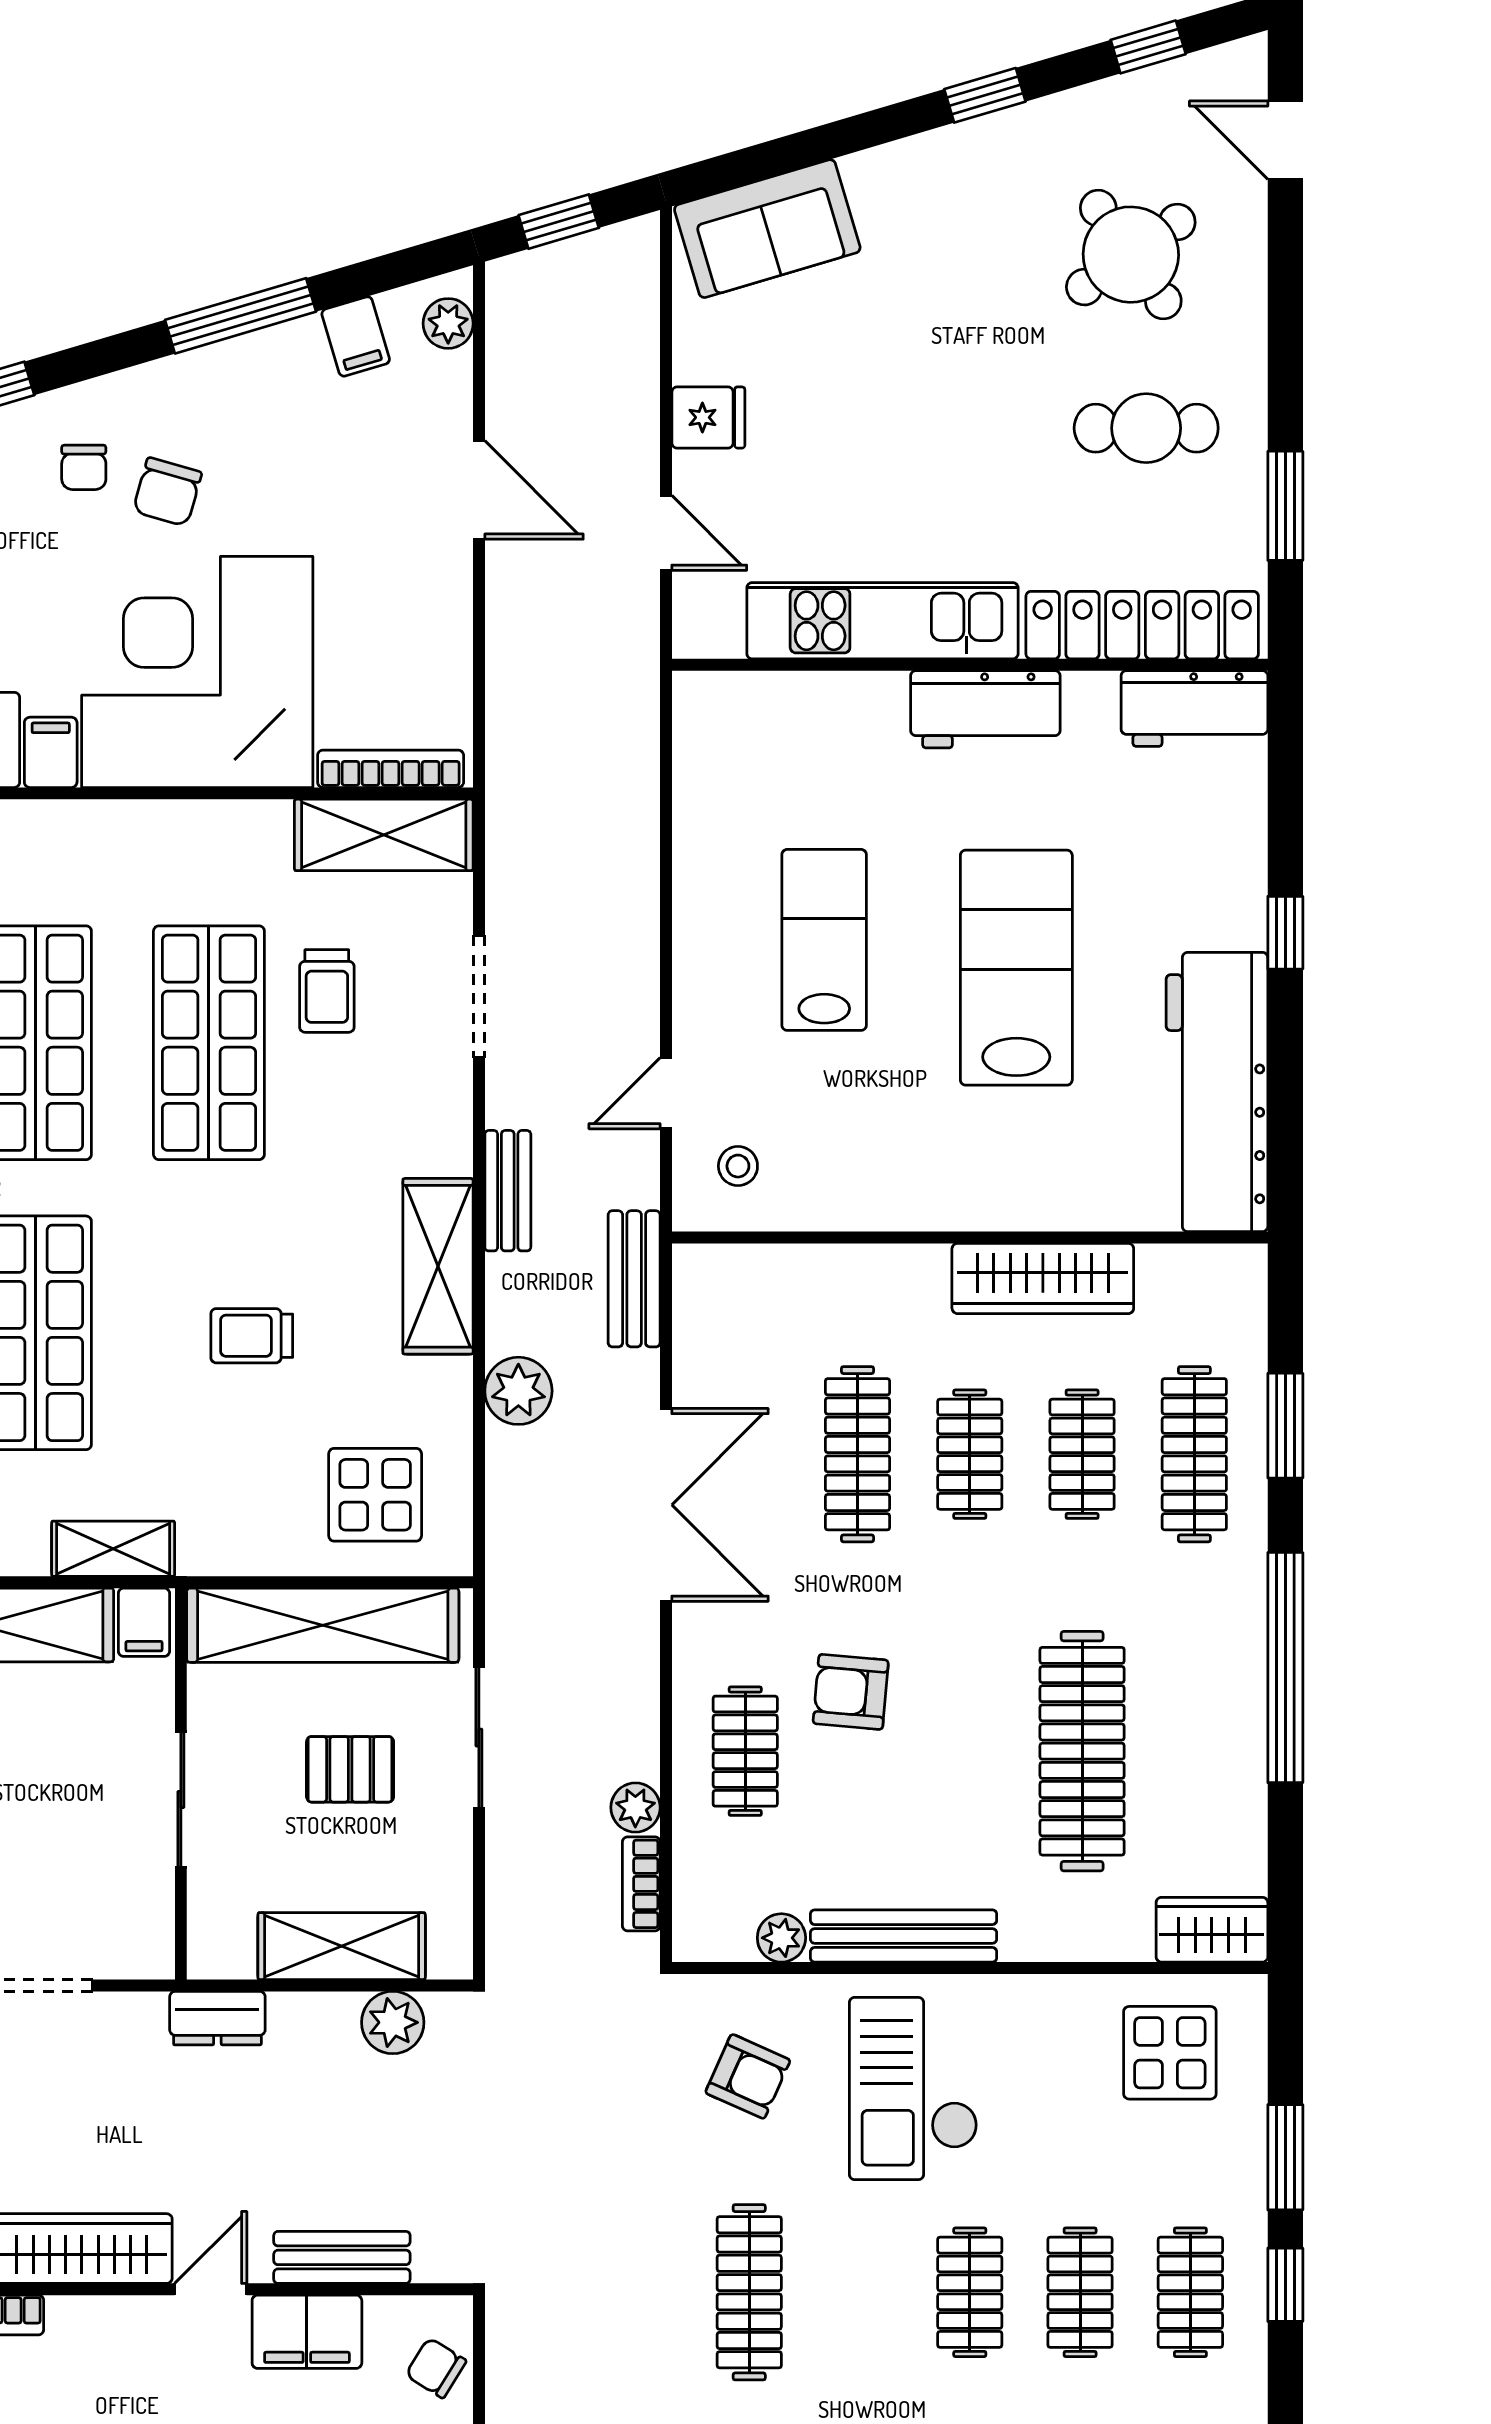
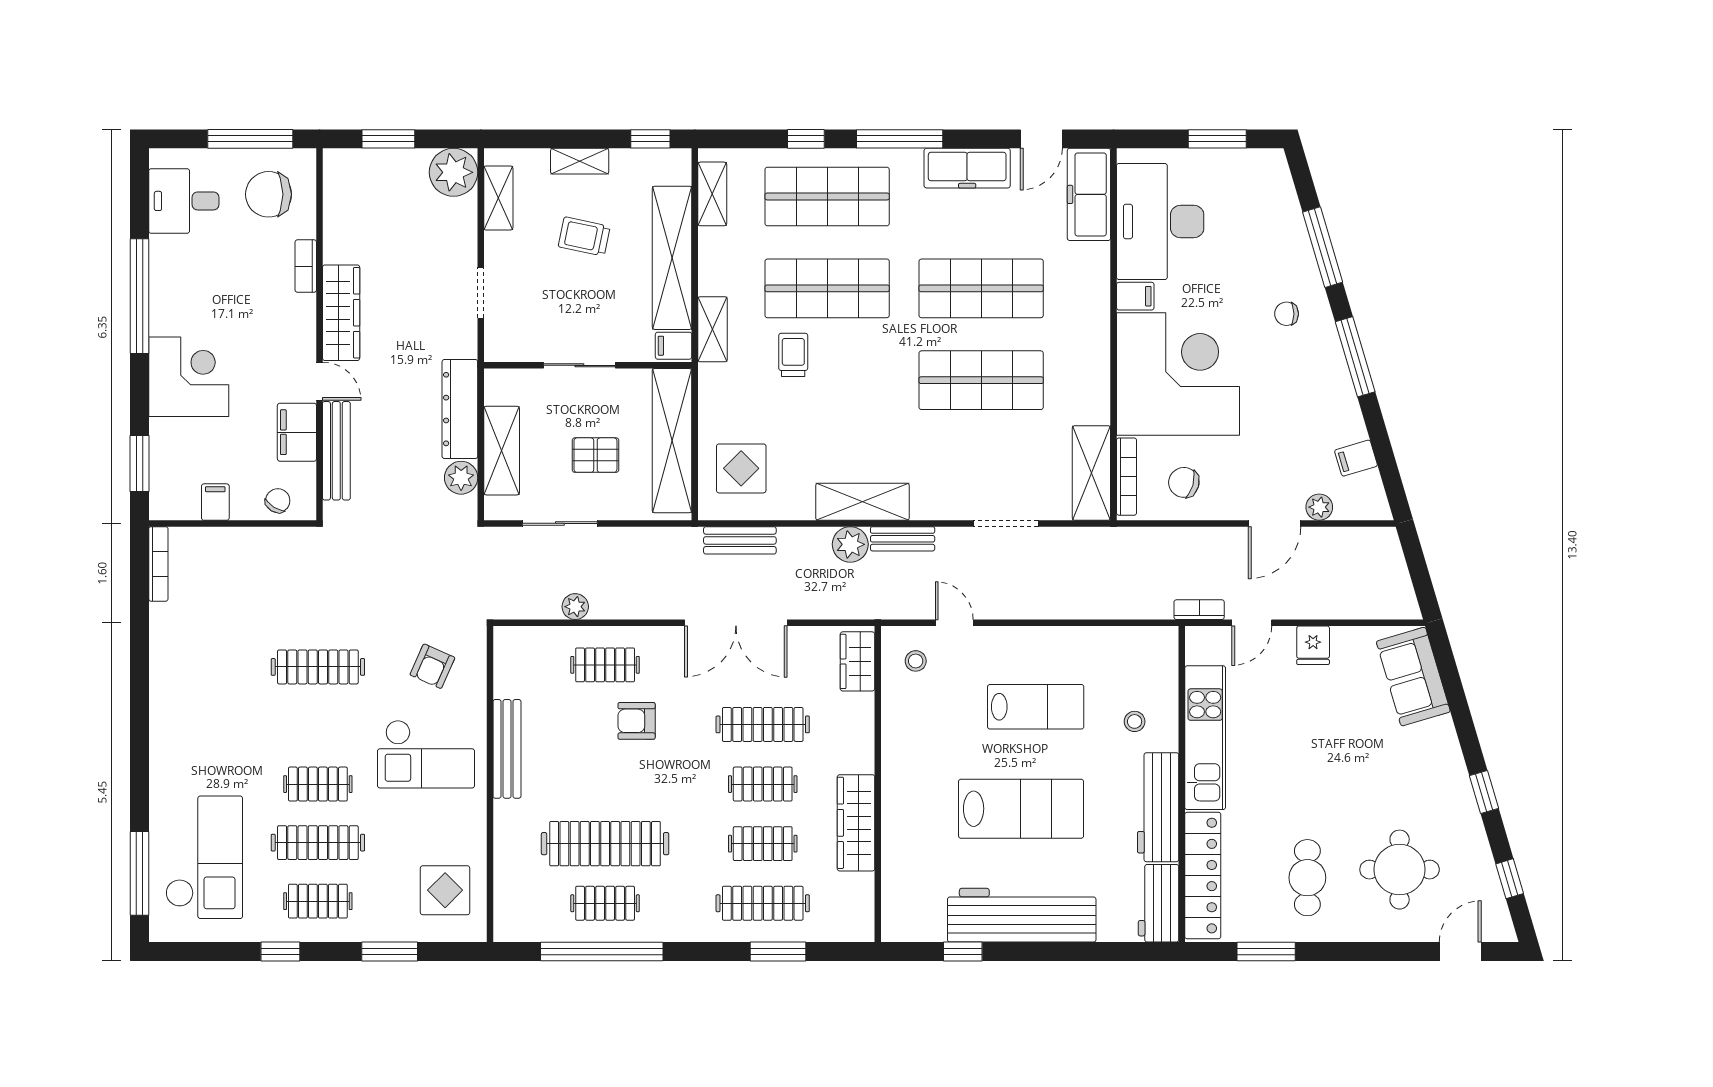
window: (559, 222) -> (1417, 566), removed
round table: (1131, 255) -> (1400, 870), turned 35
window: (240, 316) -> (1355, 357), moved
plant: (448, 323) -> (1319, 507), moved
chair: (167, 492) -> (1184, 482), moved
workbench: (985, 709) -> (1158, 807), width x1.38
stool: (852, 754) -> (1135, 721), added
window: (1285, 933) -> (963, 952), moved
trolley: (327, 991) -> (1009, 443), removed
workbench: (1217, 1092) -> (1022, 915), moved
bench: (634, 1279) -> (740, 540), moved
trolley: (252, 1336) -> (793, 355), moved
plant: (518, 1391) -> (850, 544), moved
window: (1285, 1668) -> (602, 952), moved
armchair: (851, 1692) -> (637, 721), turned -95
sliding door: (479, 1738) -> (560, 523), moved
clothes rail: (1194, 1751) -> (605, 903), added
pallet: (350, 1769) -> (595, 455), turned 90
bookcase: (641, 1884) -> (1199, 610), moved
wardrobe: (1212, 1930) -> (857, 661), moved, turned 180
plant: (781, 1938) -> (506, 684), removed
dresser: (217, 2018) -> (460, 409), width x1.96, depth x1.24
checkout: (913, 2089) -> (426, 754), turned 180
bench: (342, 2257) -> (336, 451), width x1.36
window: (1285, 2285) -> (280, 952), moved
clothes rail: (1080, 2292) -> (318, 843), width x1.36

